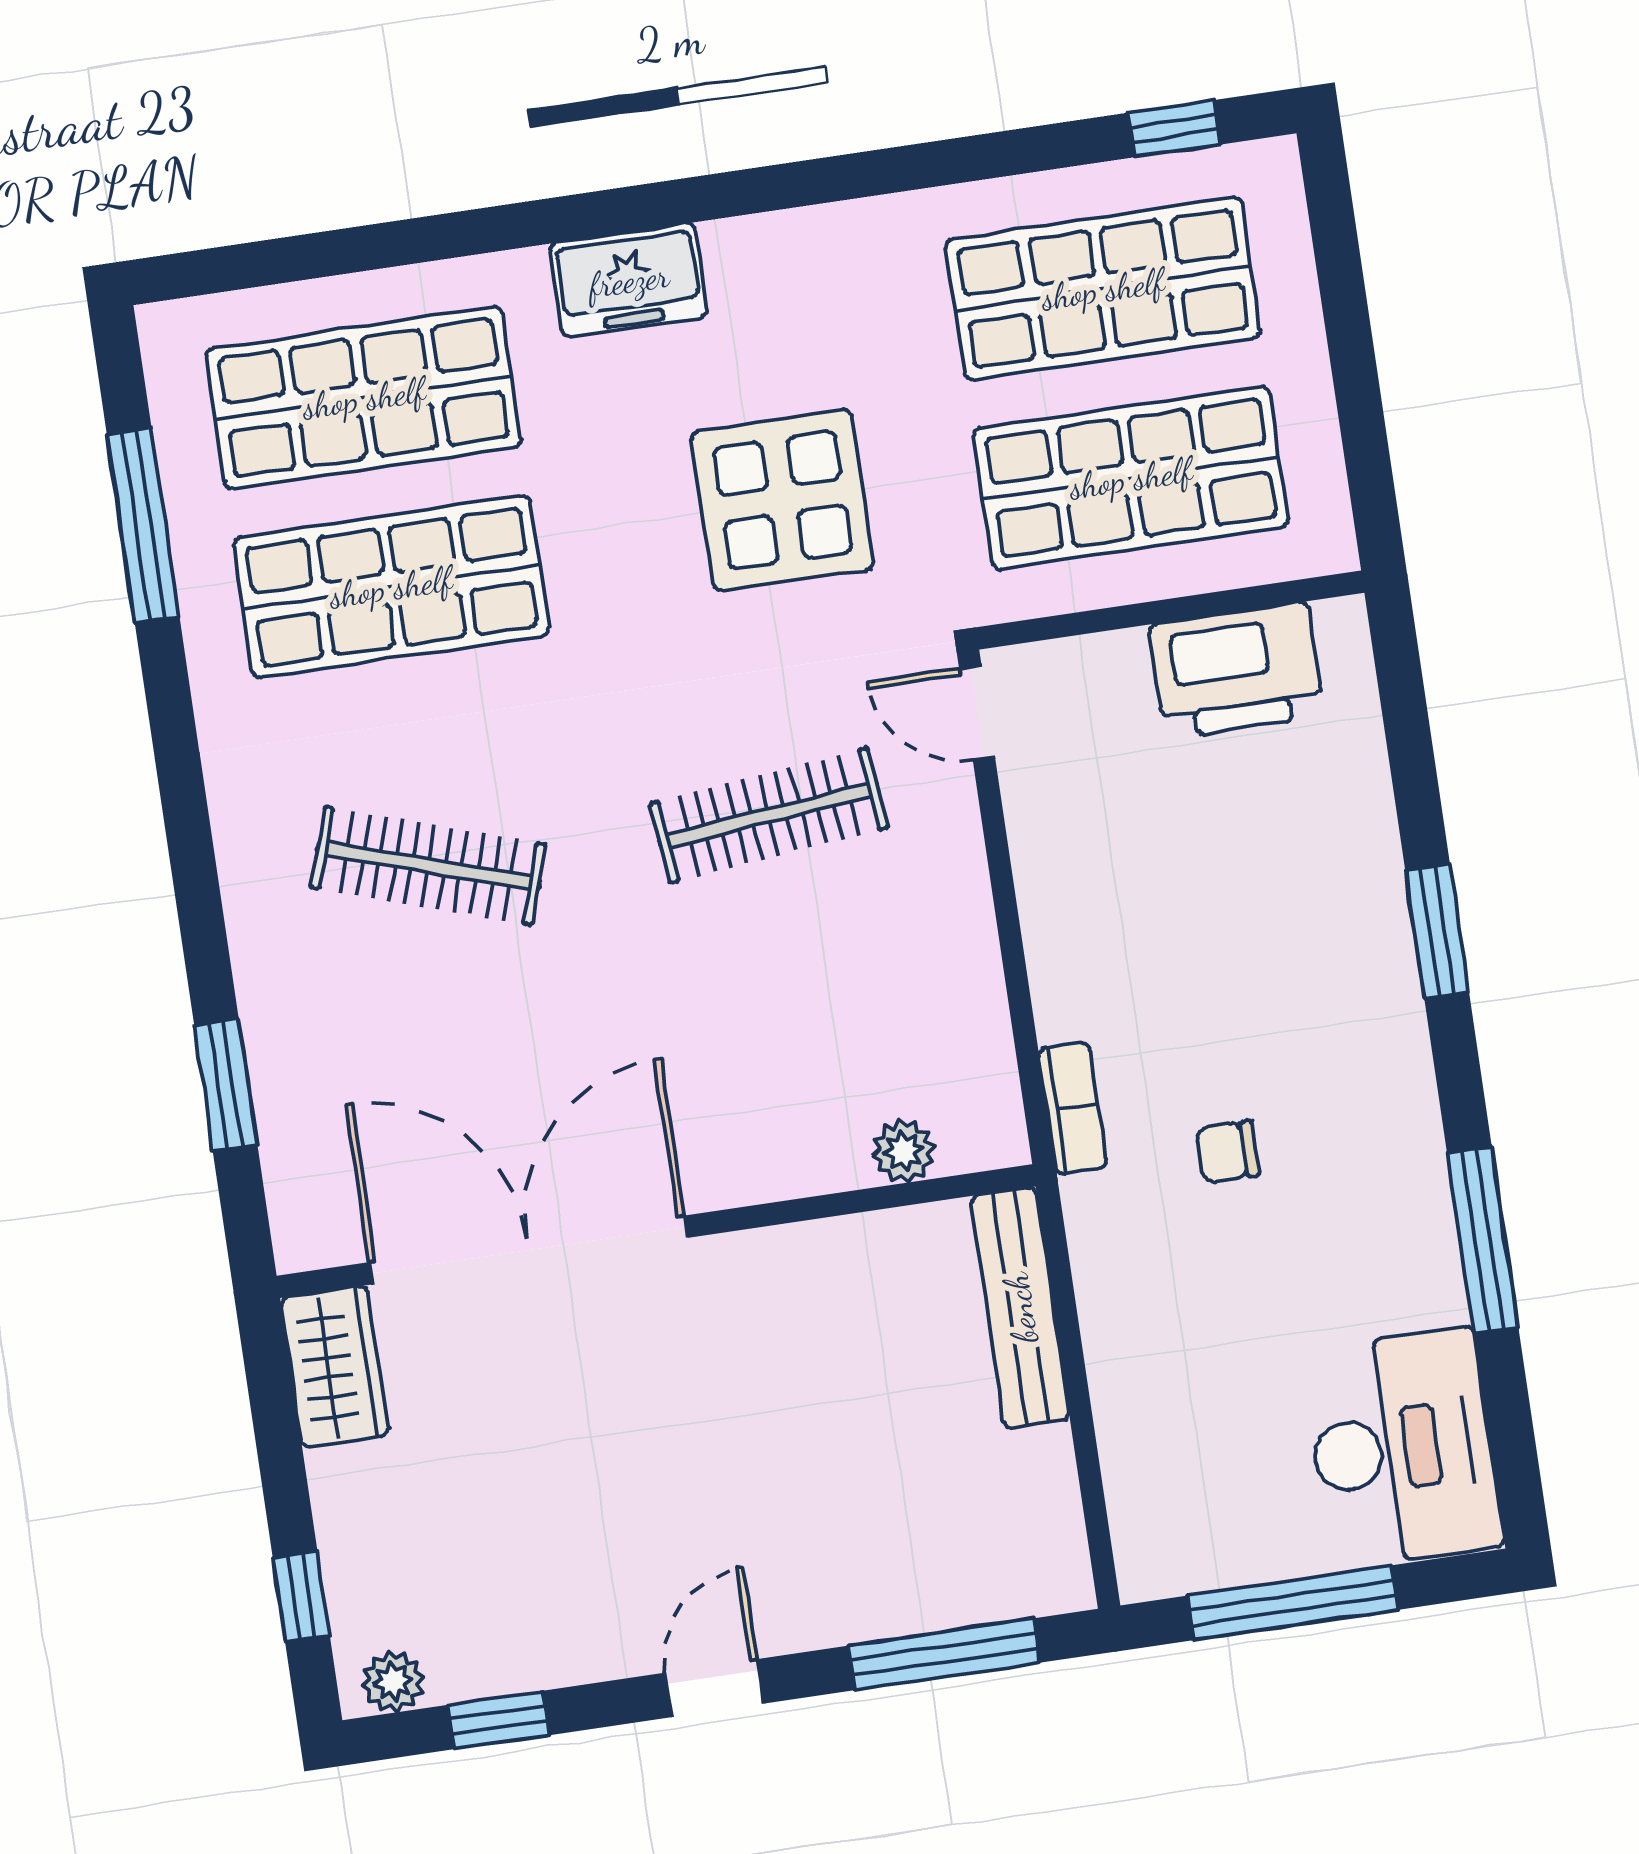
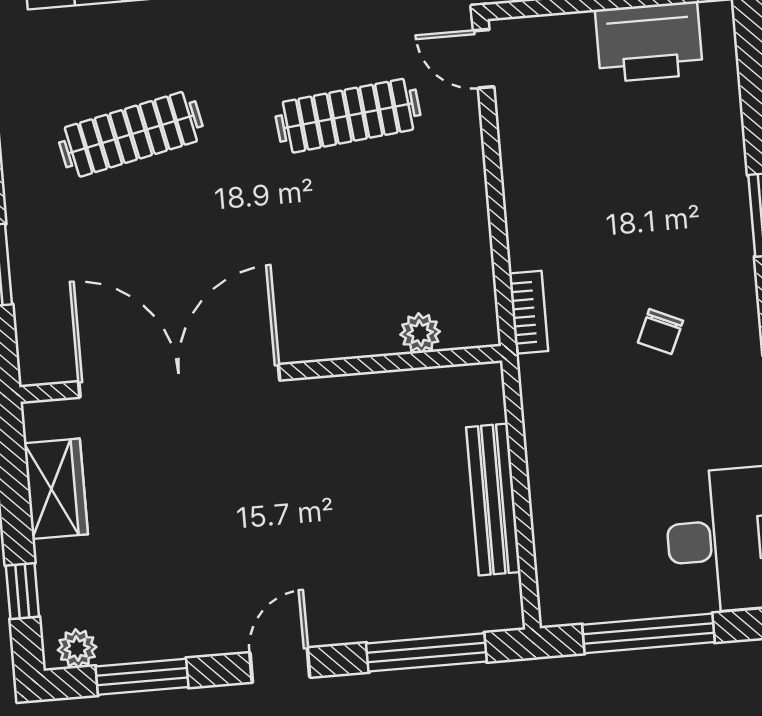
clothes rail: (428, 866) -> (131, 134), turned -30
chair: (1227, 1152) -> (660, 332), moved, turned -66
bench: (1020, 1308) -> (493, 500), moved
wardrobe: (335, 1367) -> (56, 489), moved
window: (498, 1720) -> (142, 677), width x1.50

